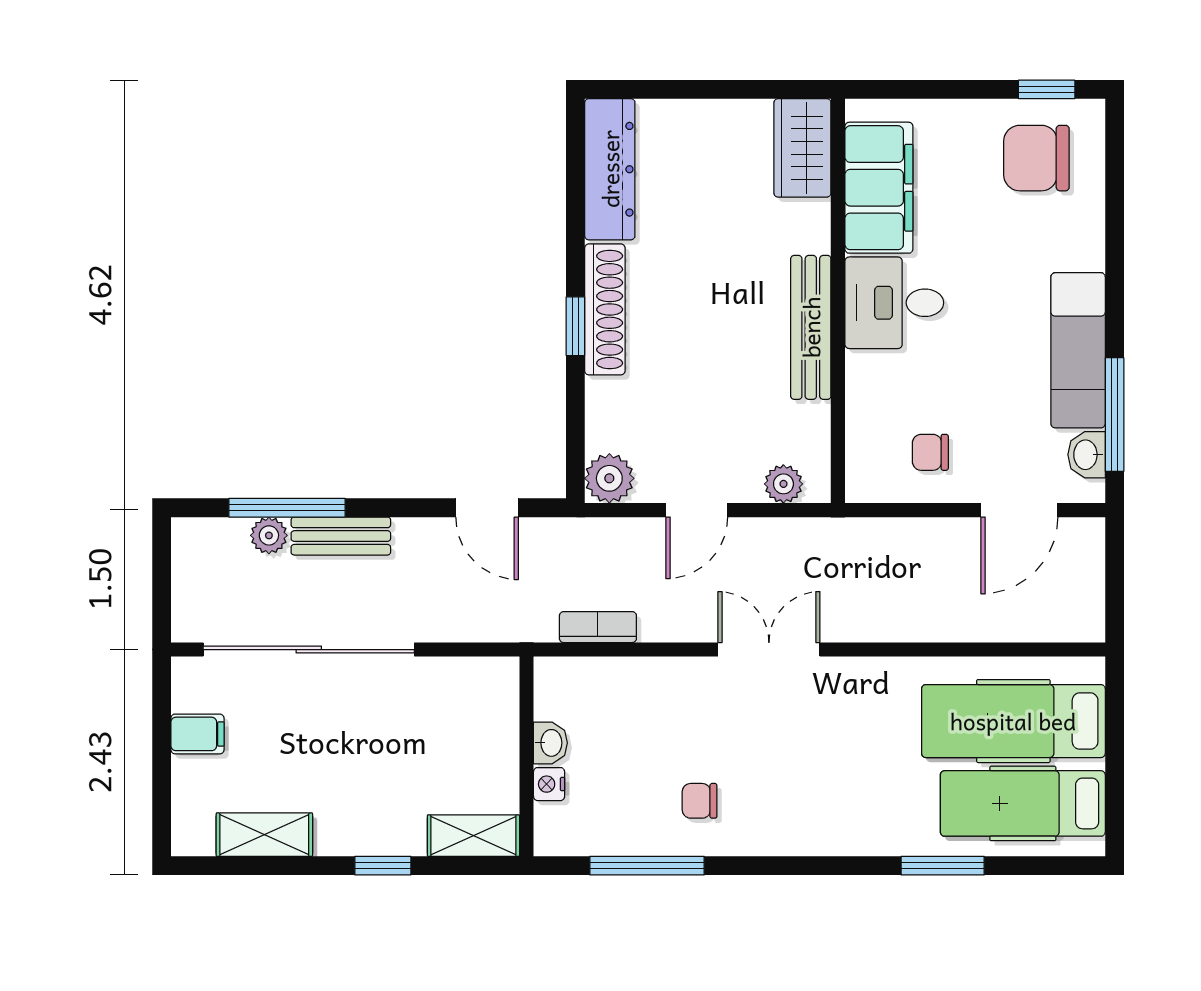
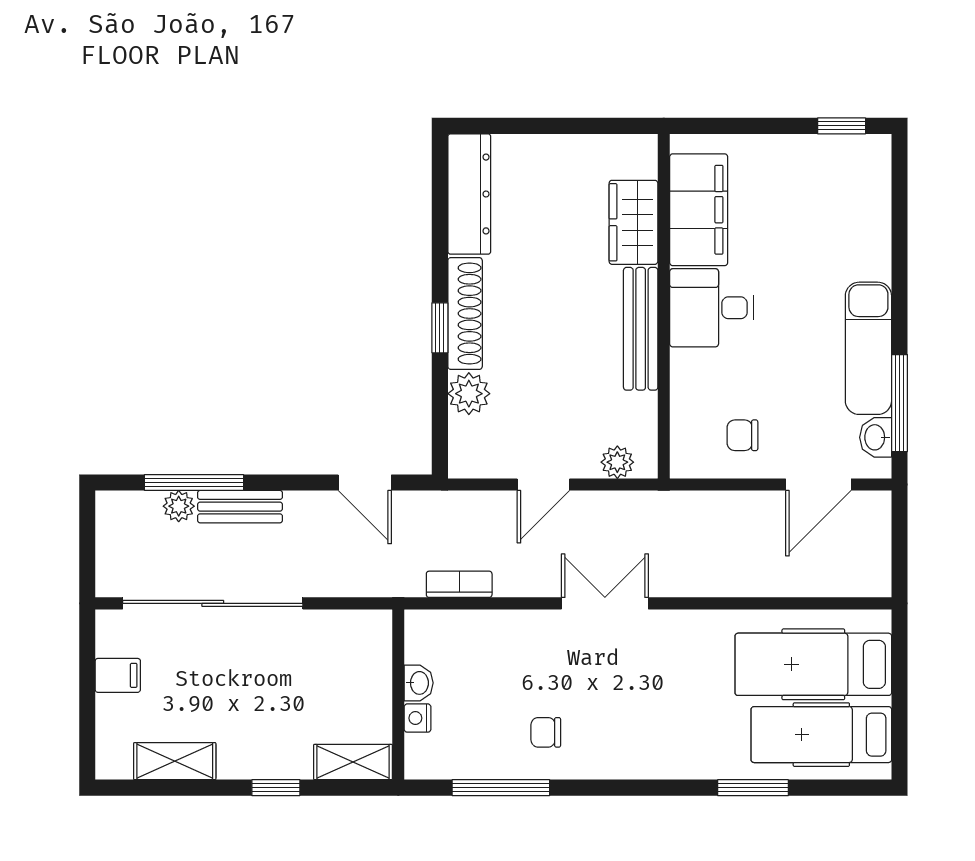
wardrobe: (802, 148) -> (633, 222), moved
chair: (1036, 158) -> (833, 184), removed
plant: (609, 478) -> (469, 394), moved

